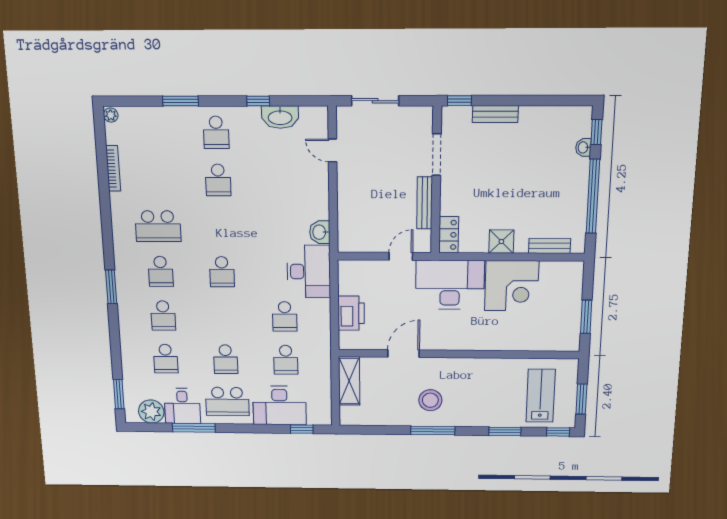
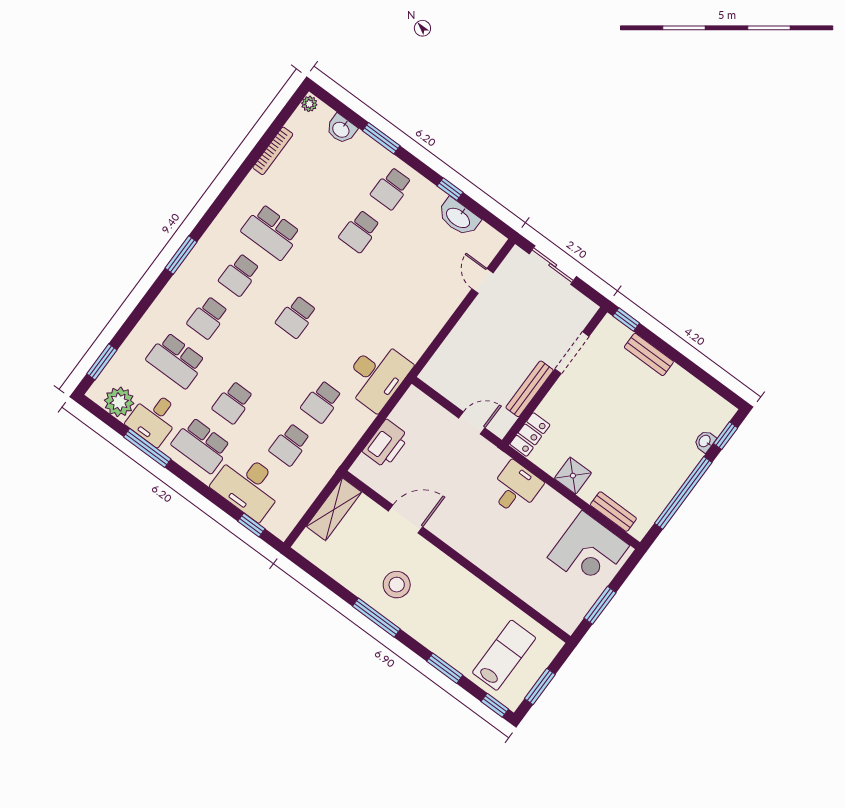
washbasin: (320, 232) -> (341, 129), moved, turned -90
desk: (450, 285) -> (515, 488), width x0.53, depth x0.77
corner desk: (512, 286) -> (588, 551), moved
school desk: (166, 359) -> (176, 360), width x1.85

